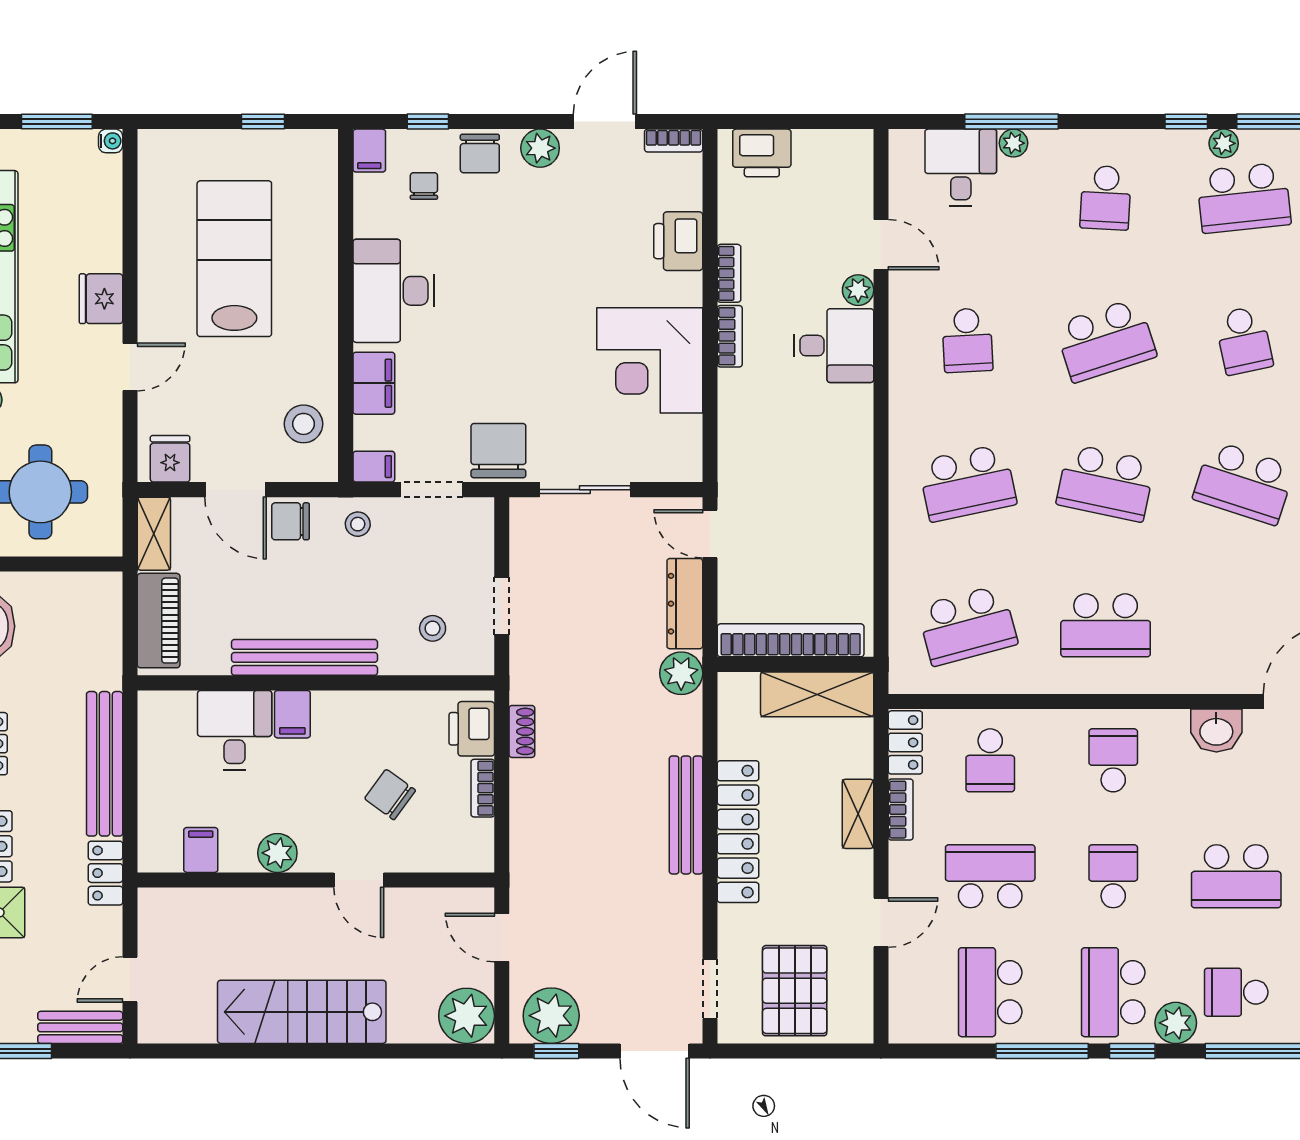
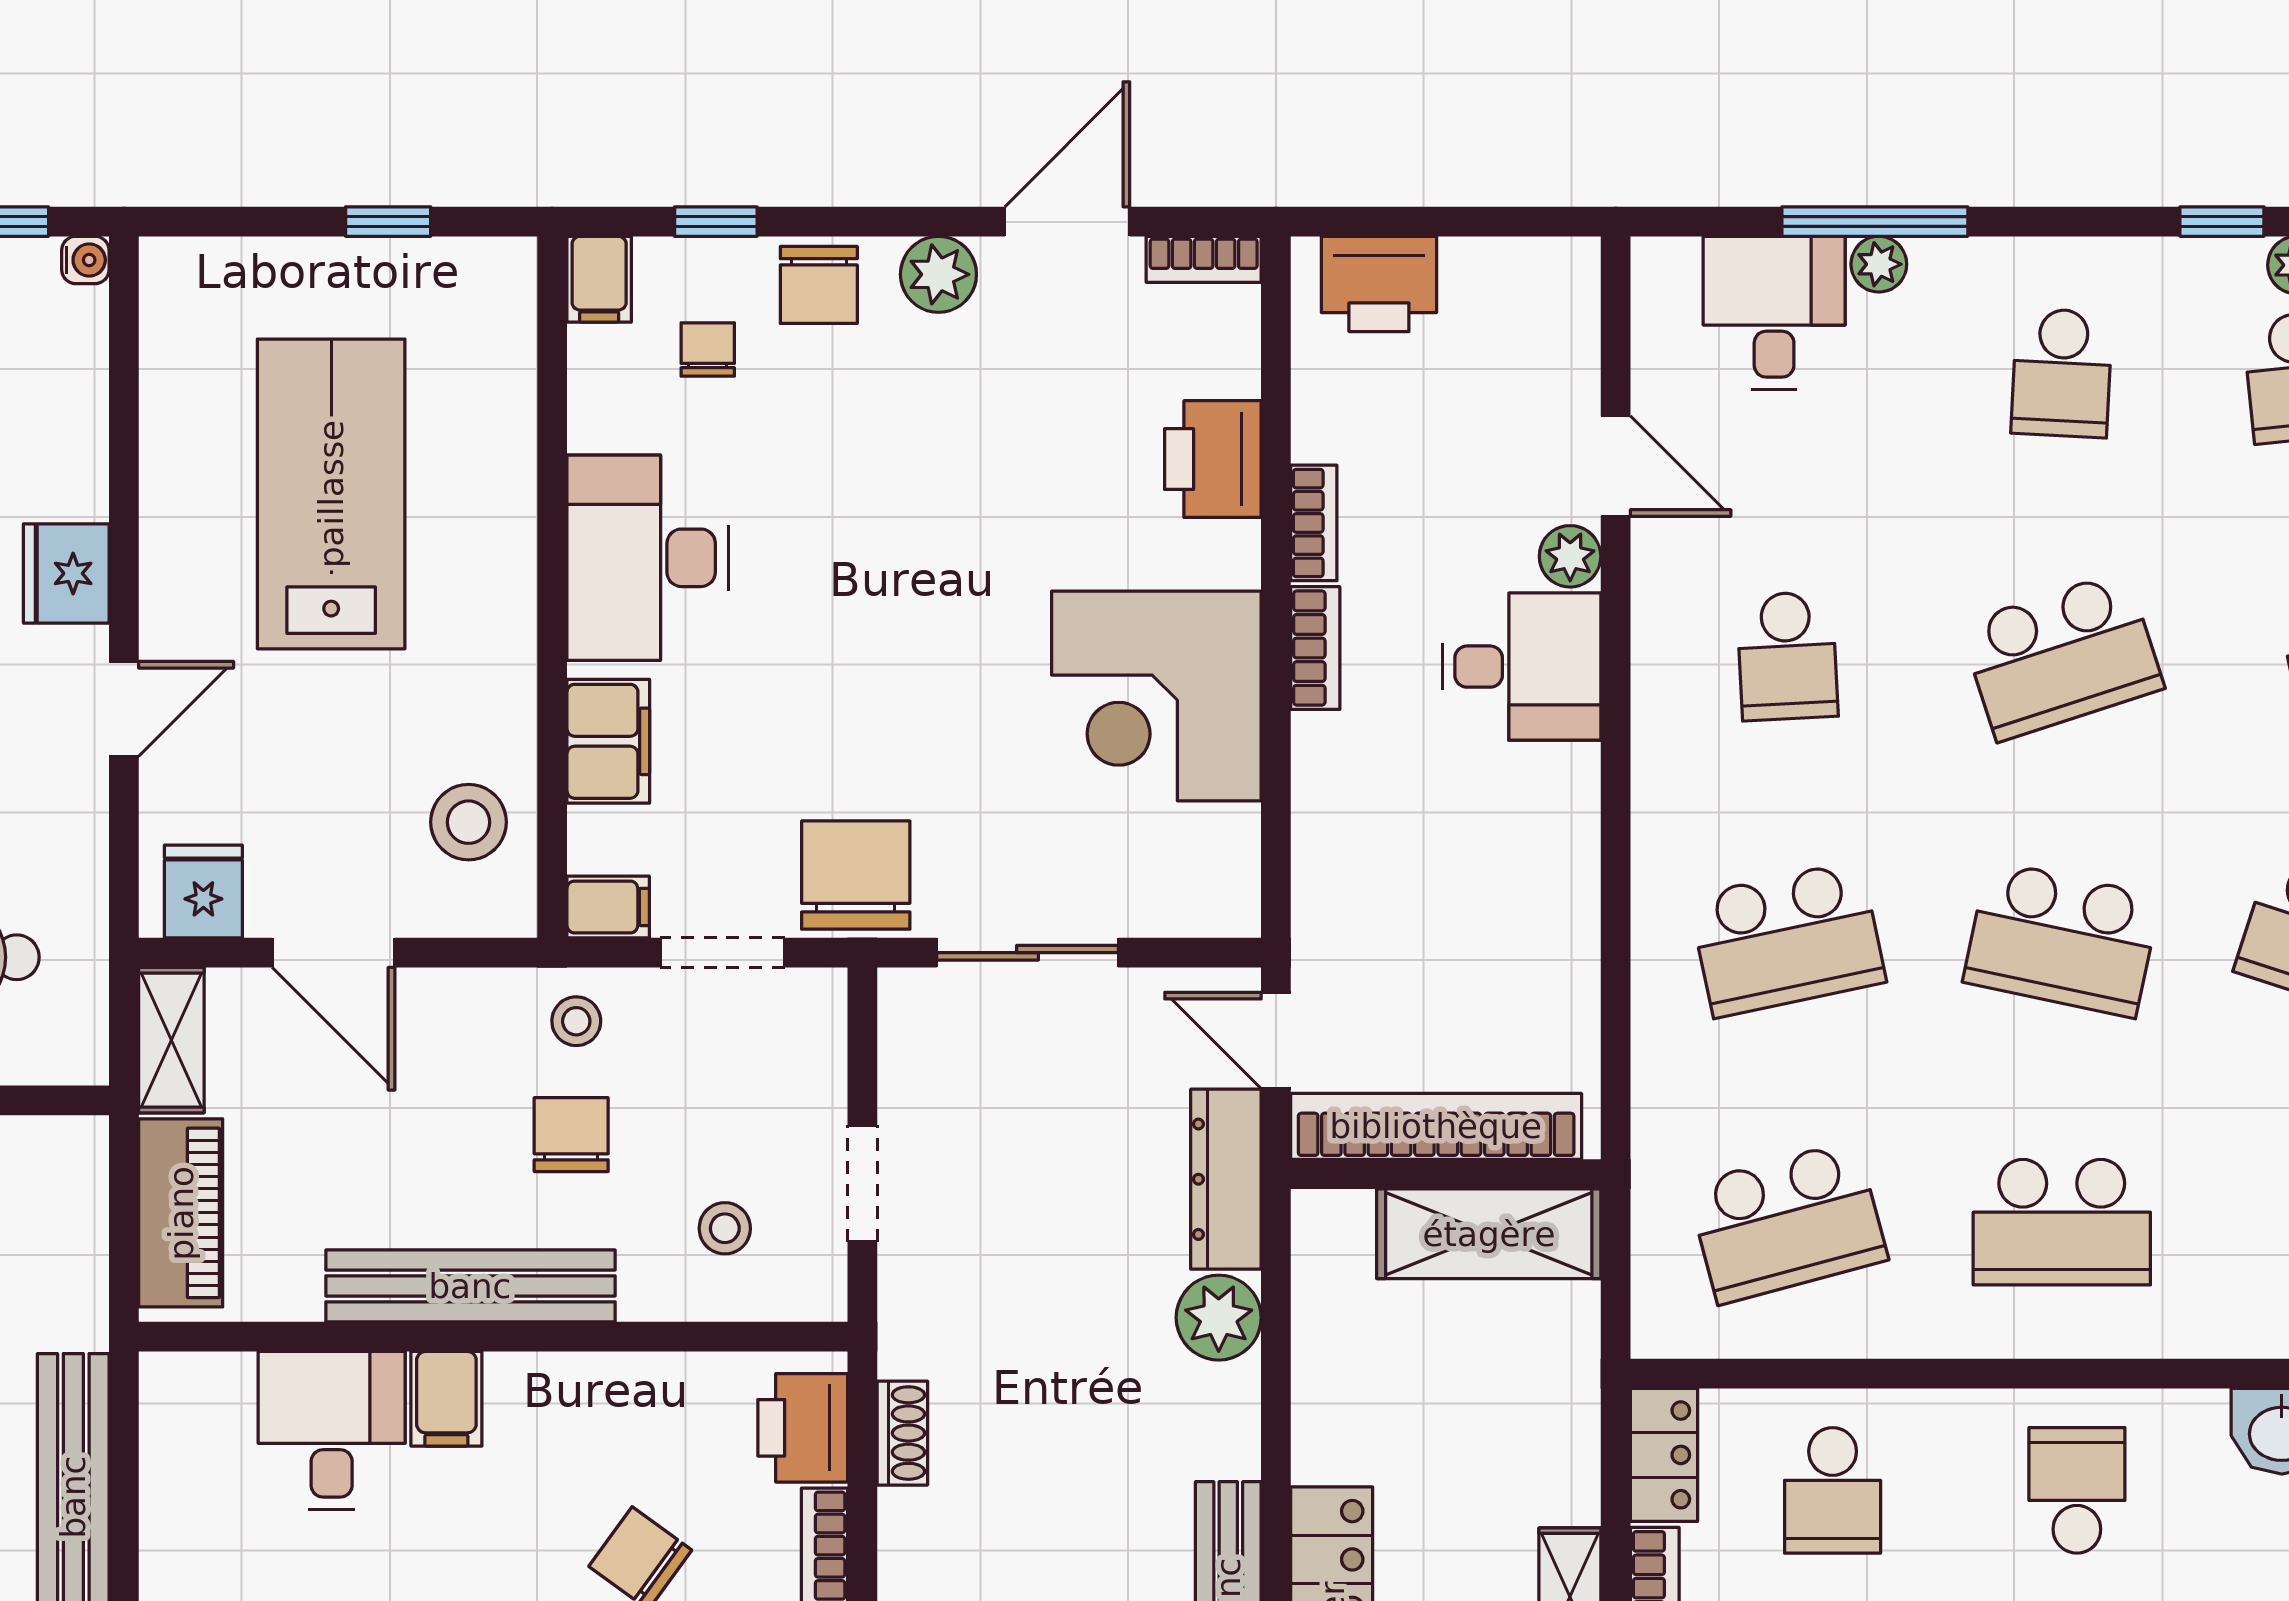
chair: (291, 521) -> (571, 1135), moved, turned 90
bookcase: (791, 640) -> (1436, 1126), moved
wall: (795, 664) -> (1446, 1174), moved
shelving: (817, 694) -> (1489, 1234), moved

